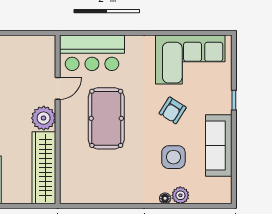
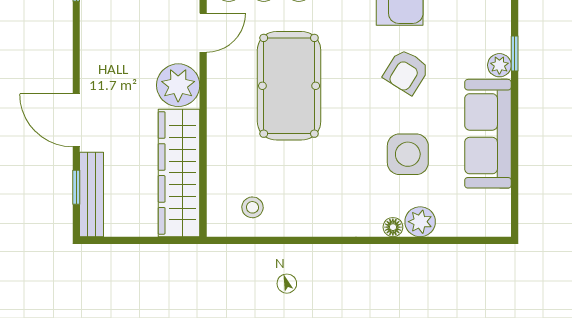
plant: (225, 107) -> (499, 65), added
stool: (86, 187) -> (252, 207), added

